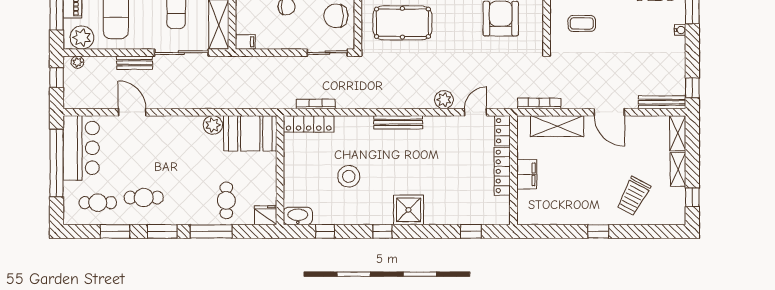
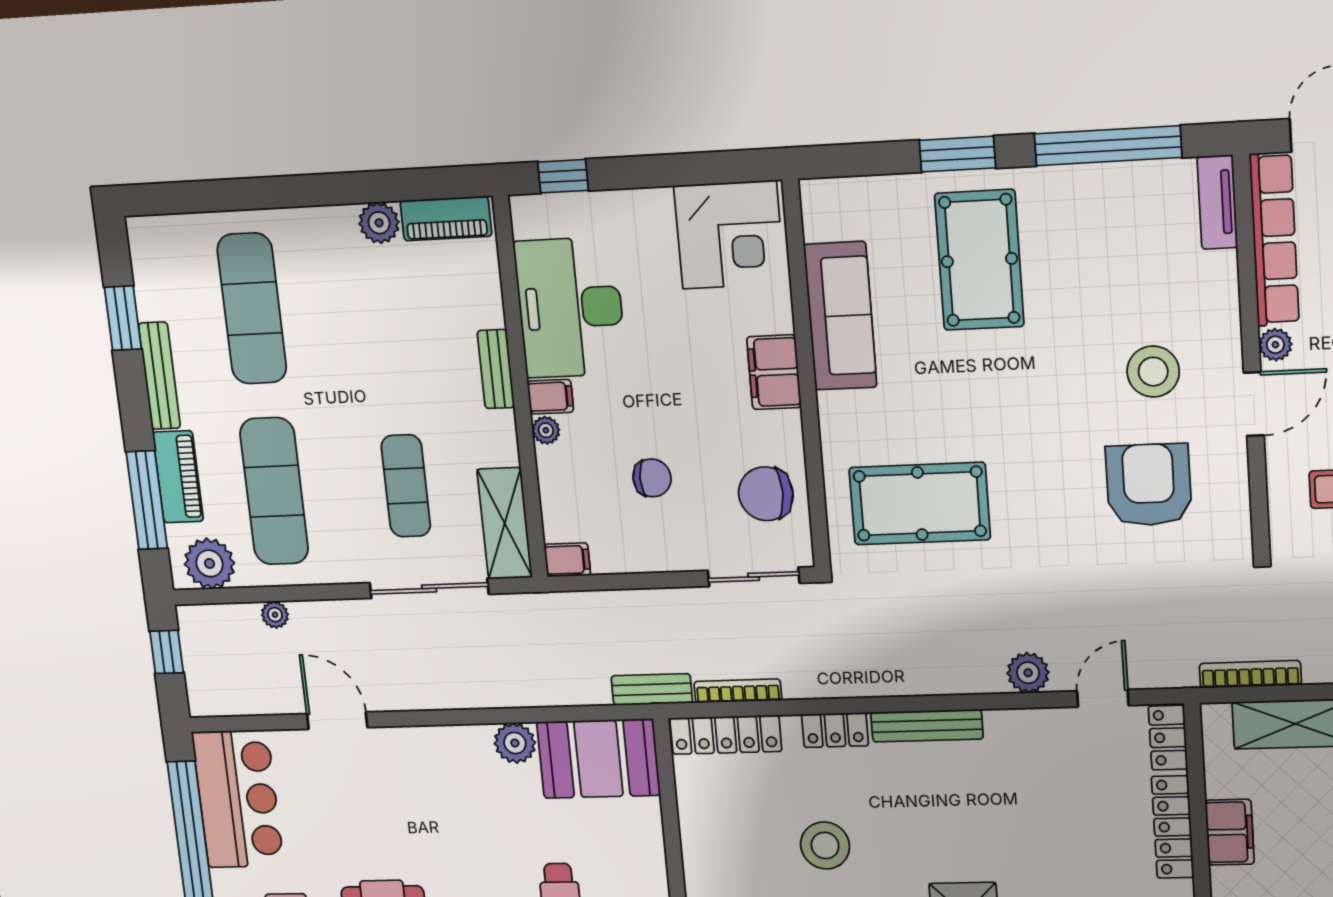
plant: (77, 62) -> (275, 615), moved
bench: (135, 63) -> (652, 689), moved
locker: (357, 123) -> (835, 730), added

